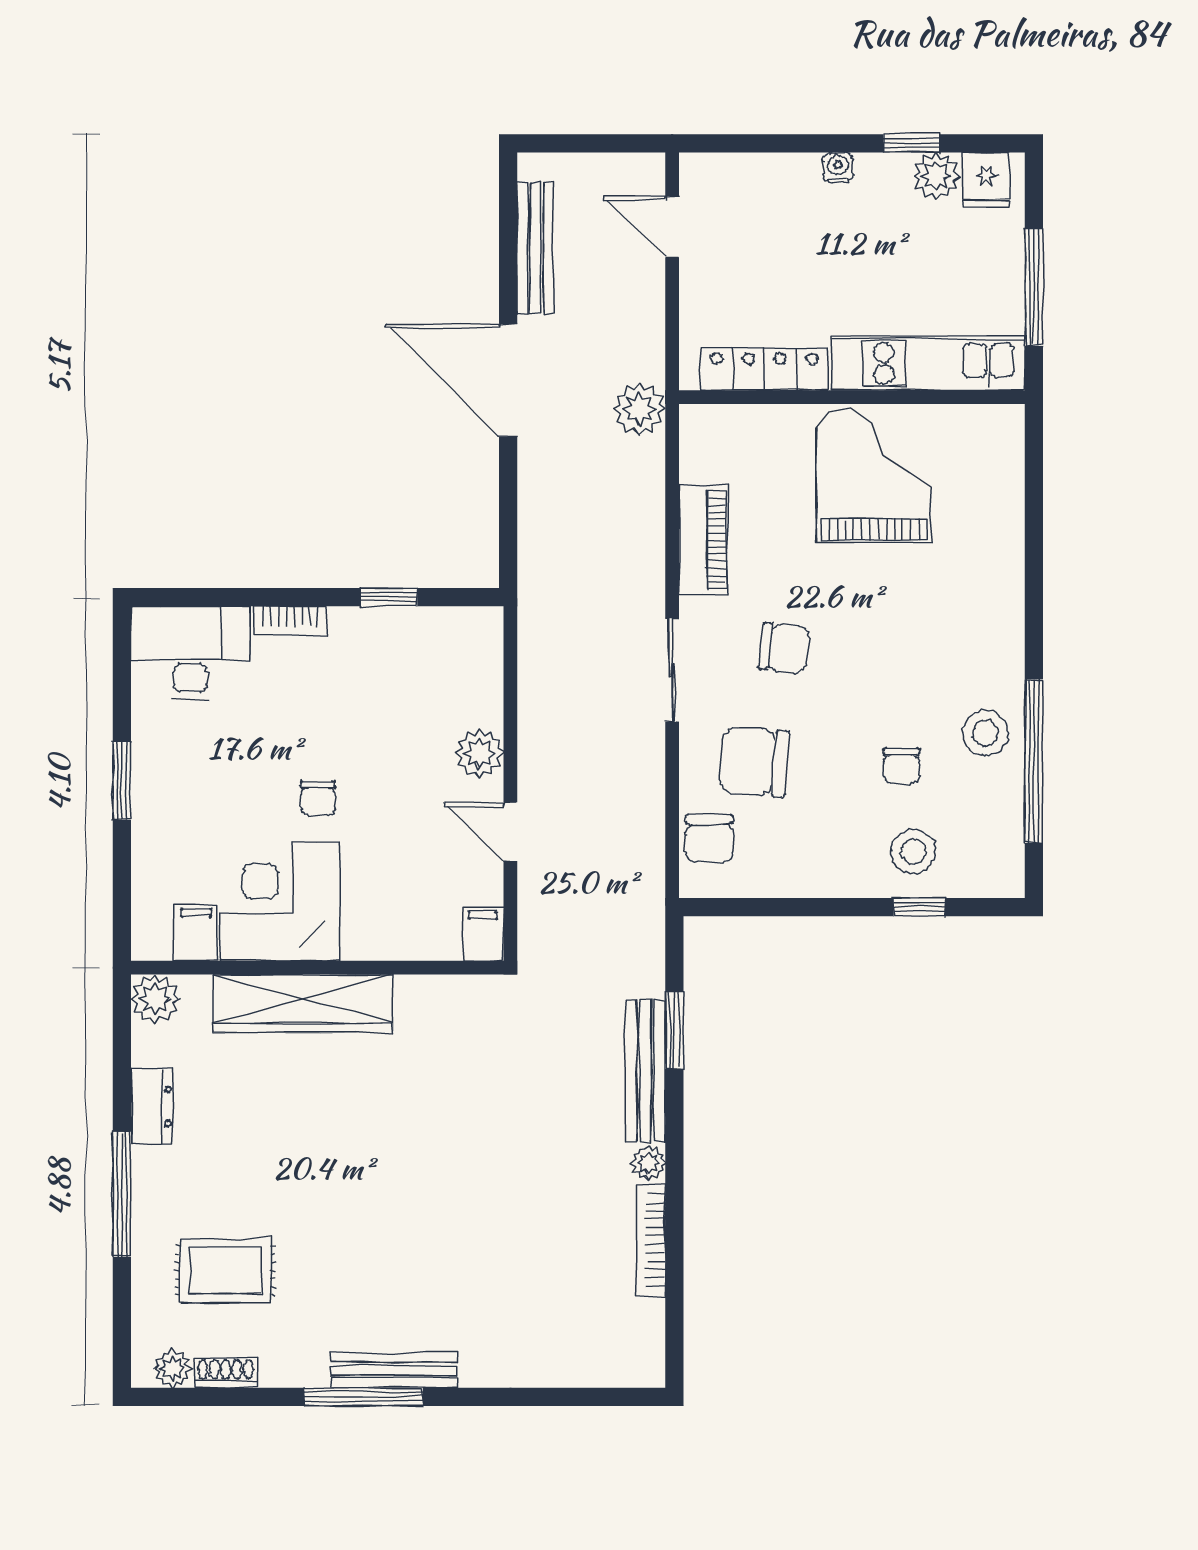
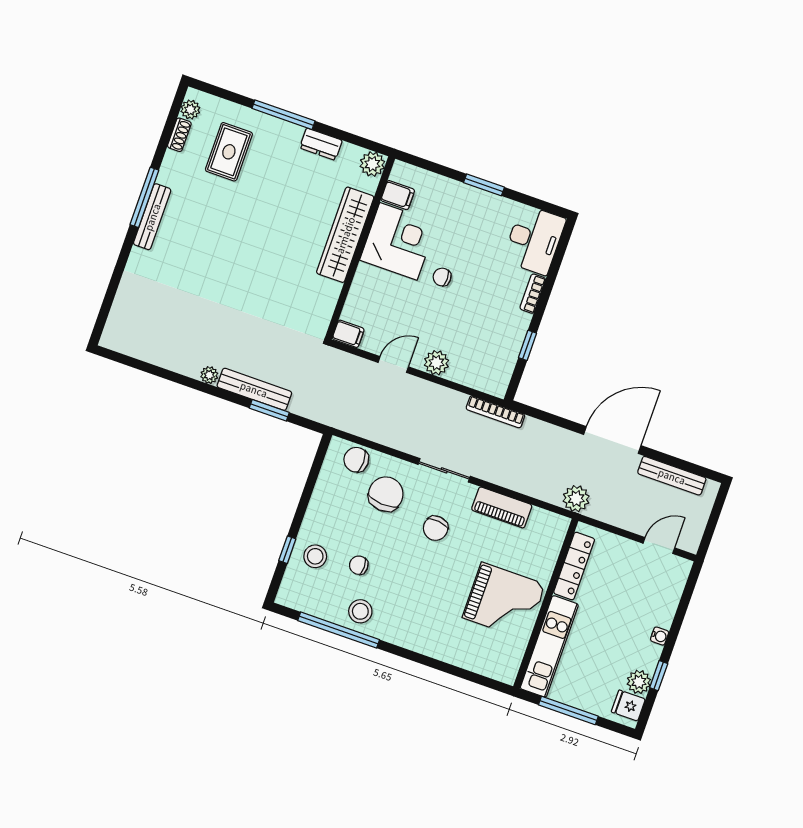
bookcase: (651, 1240) -> (495, 412), moved, turned 180

